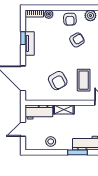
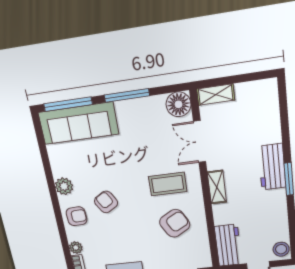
shelving: (64, 109) -> (217, 187), moved
stool: (51, 141) -> (281, 249), moved

